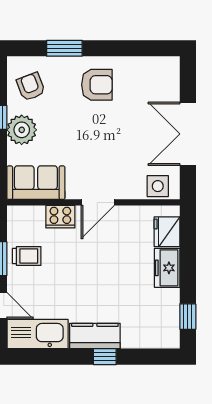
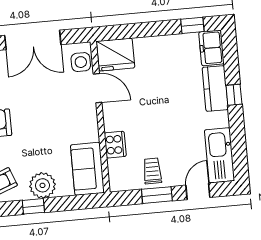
door: (98, 202) -> (98, 88), moved
fridge: (167, 232) -> (116, 55), width x1.36, depth x1.34
freezer: (167, 268) -> (211, 48), moved, turned 90
kitchen counter: (95, 336) -> (215, 88), moved

